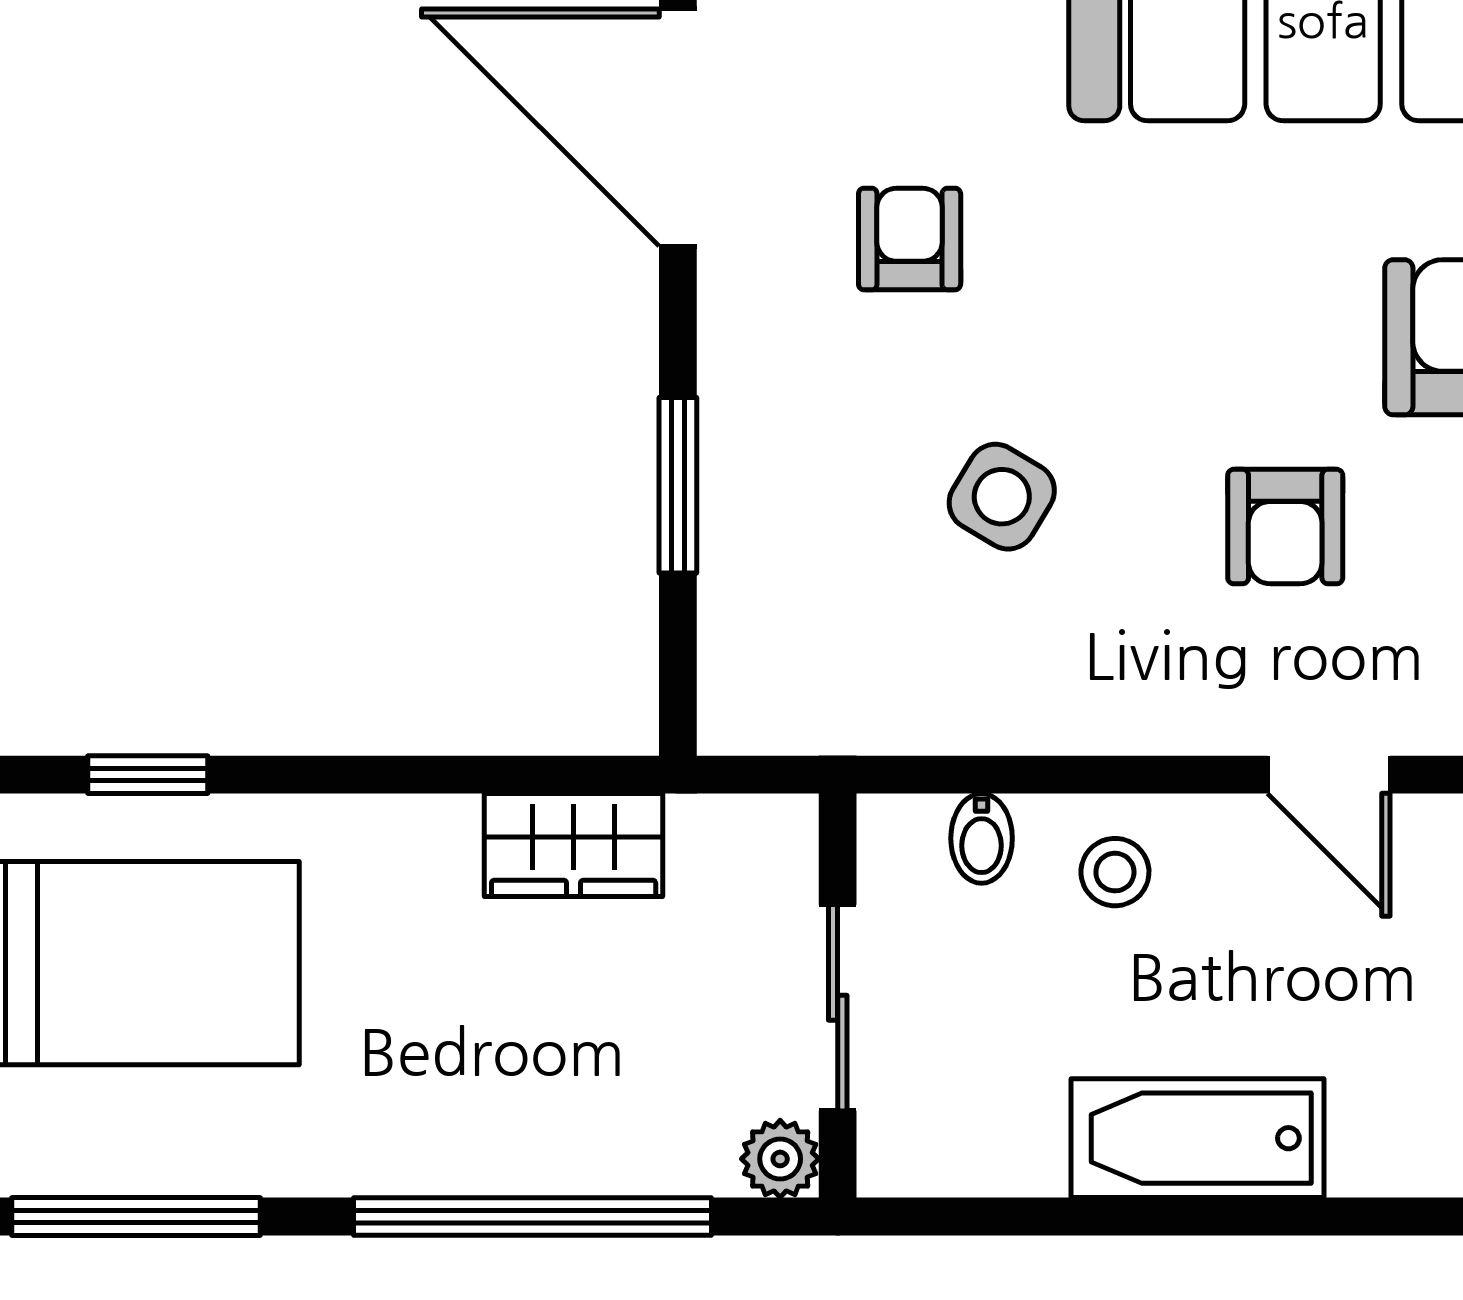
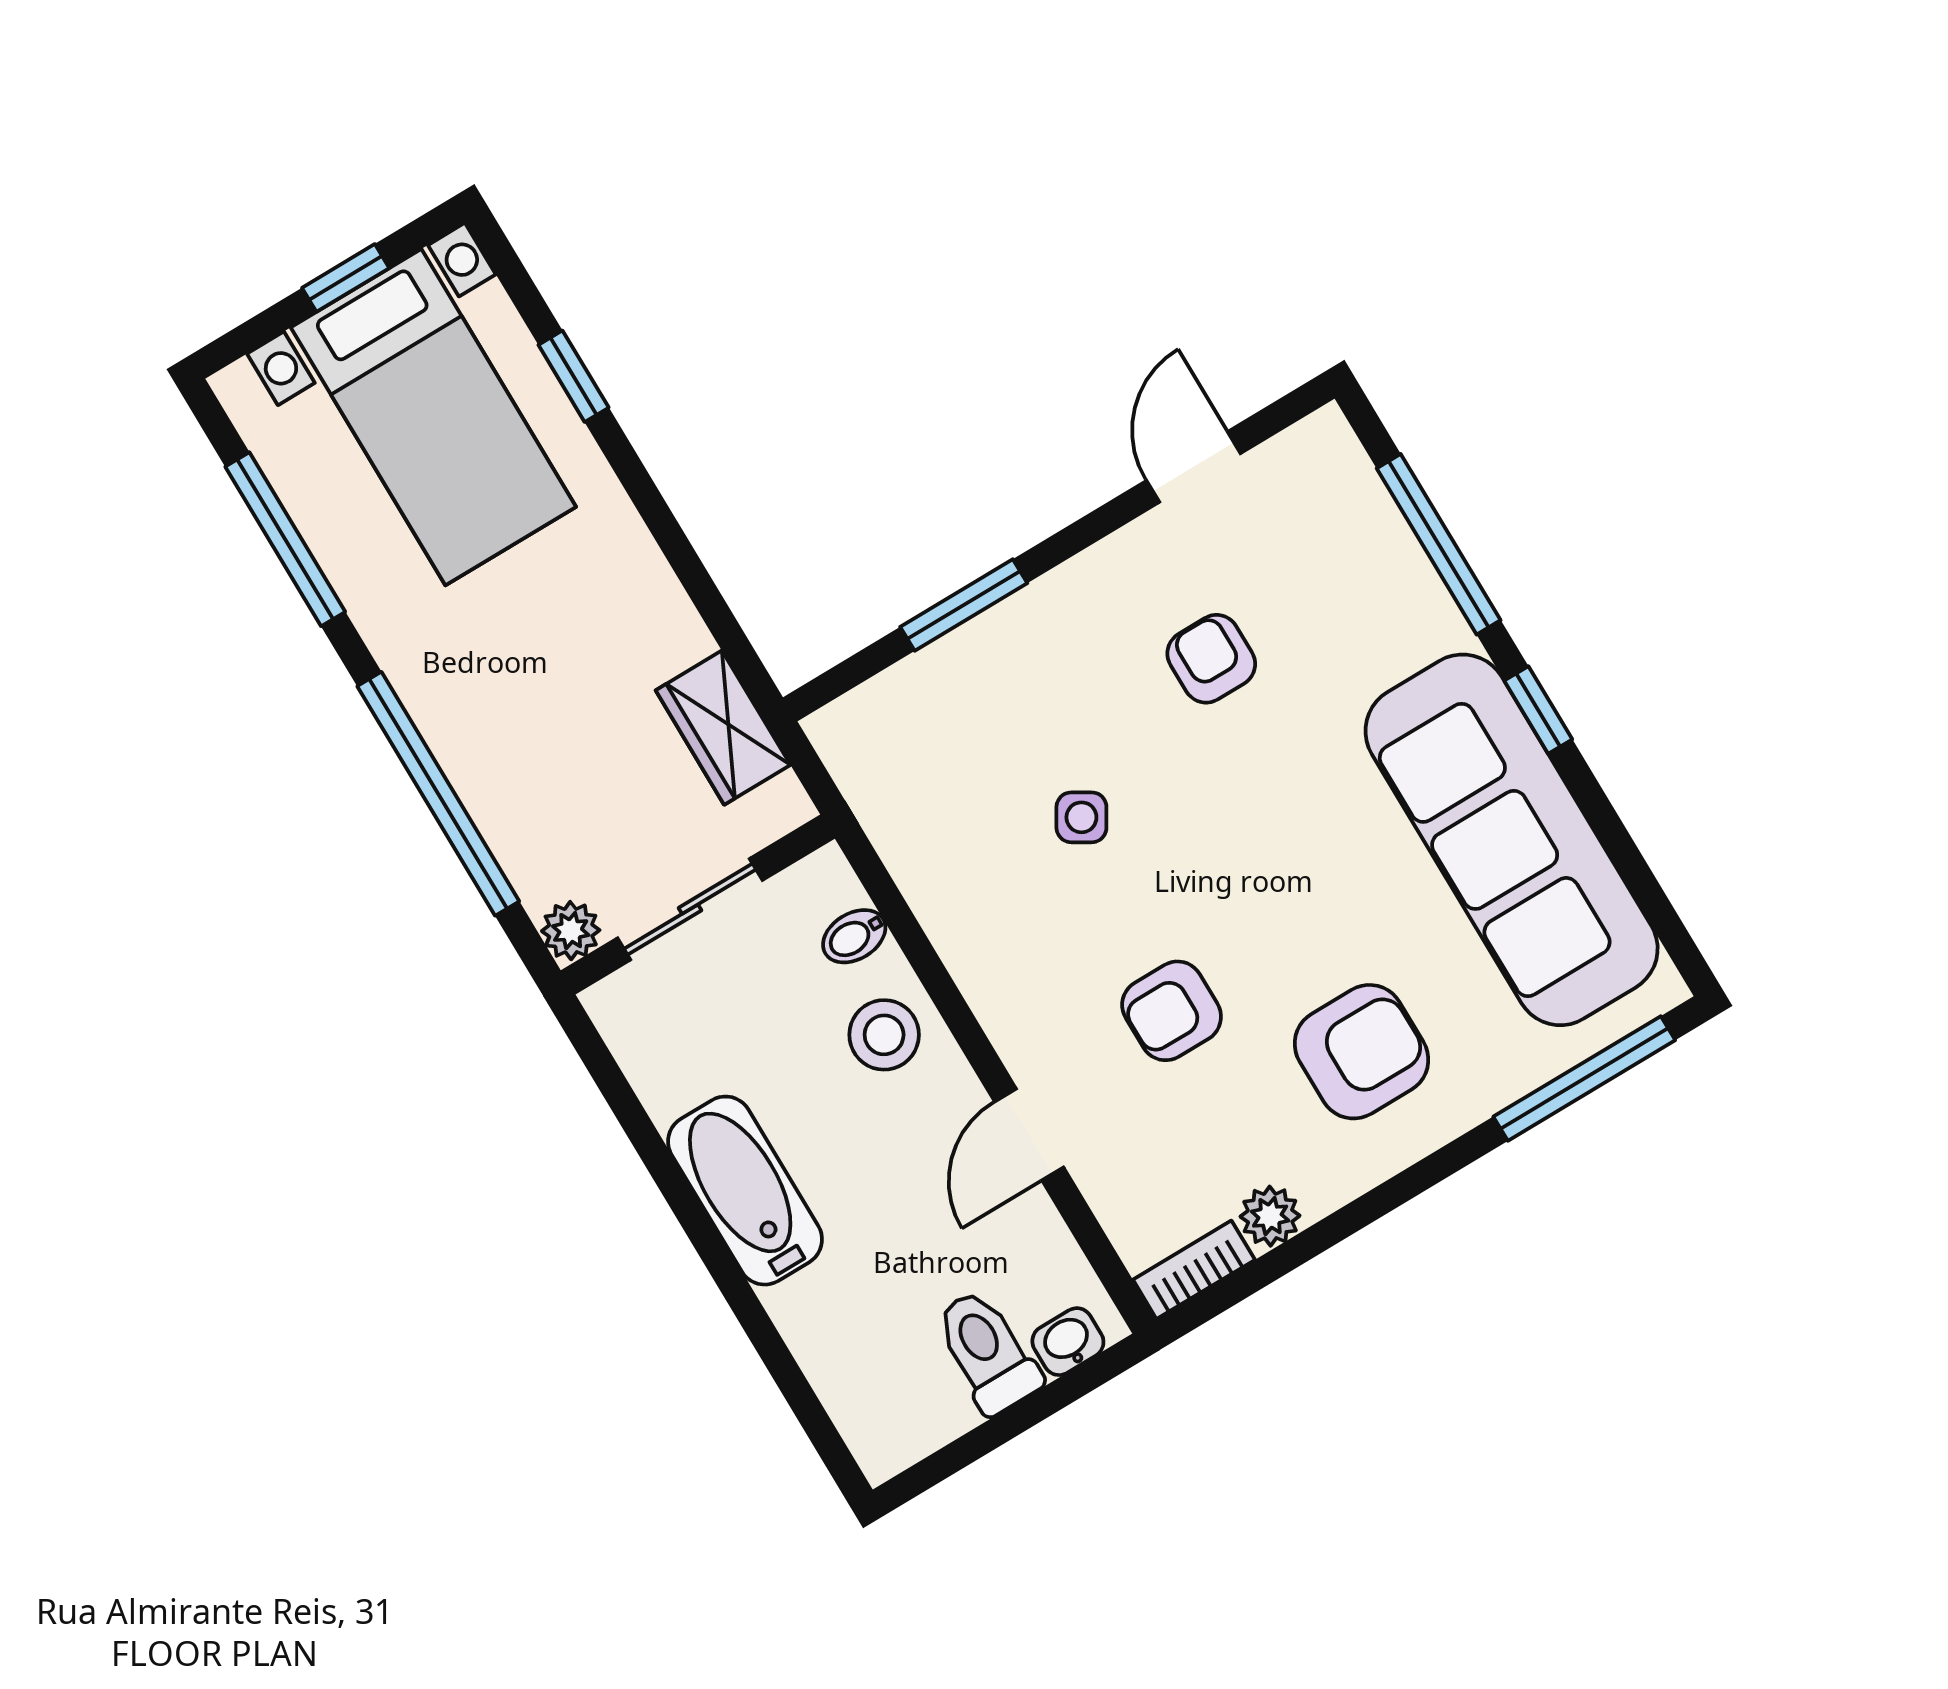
door: (678, 127) -> (1193, 467), width x0.53
armchair: (910, 239) -> (1211, 659), turned -90
side table: (1002, 497) -> (1081, 817), width x0.73, depth x0.73
wardrobe: (574, 845) -> (723, 728), moved
stool: (1115, 872) -> (884, 1035), width x1.37, depth x1.37

